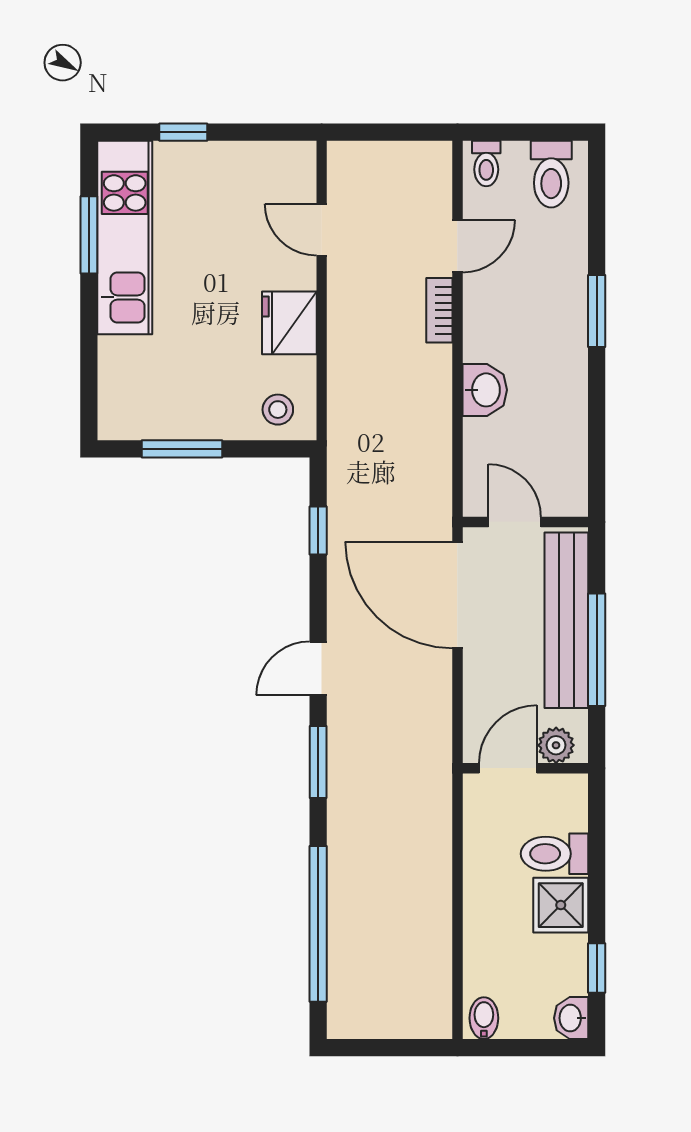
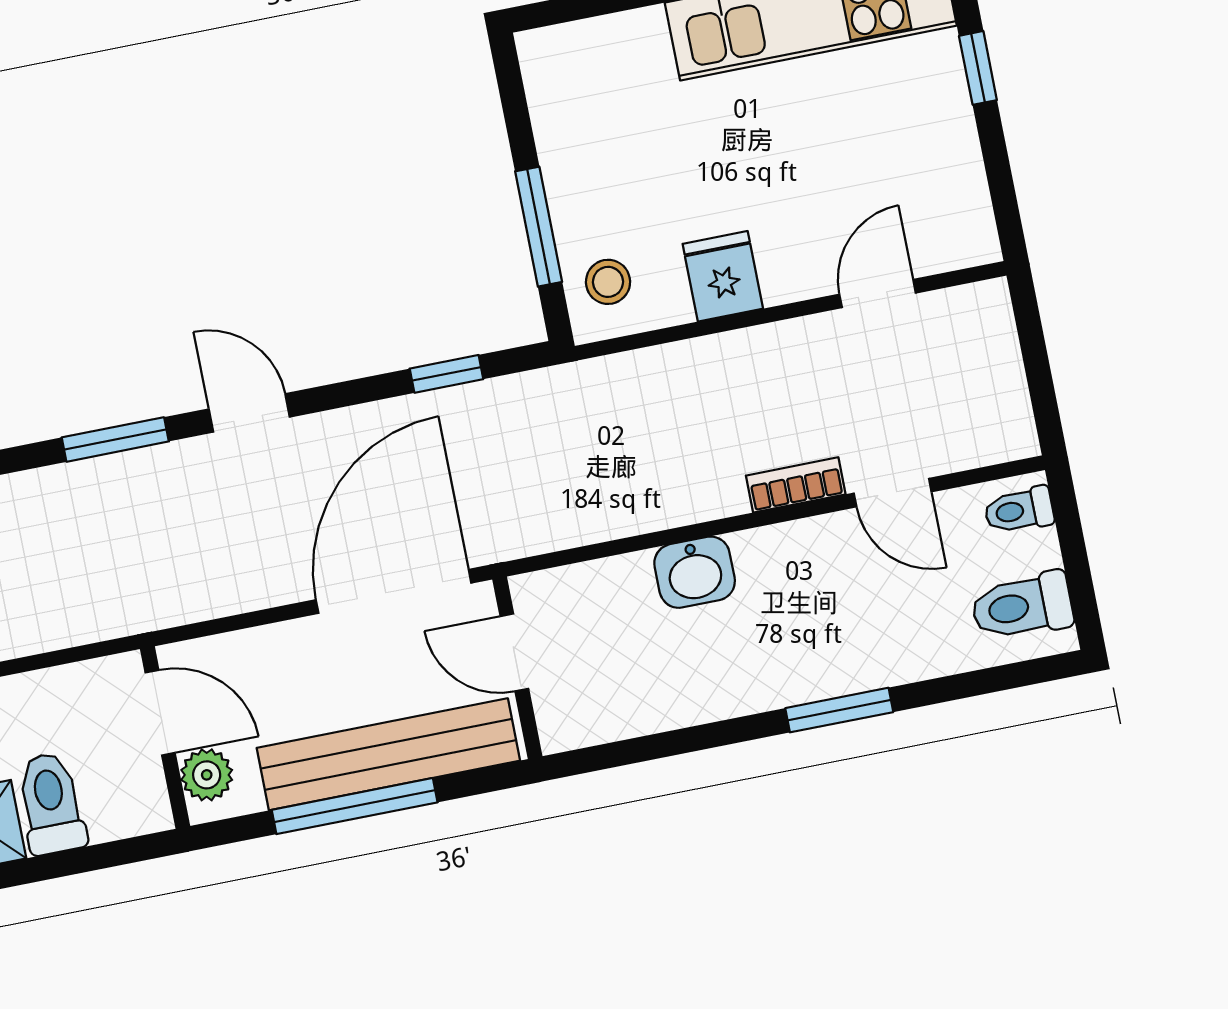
fridge: (289, 323) -> (723, 276), width x0.72
window: (182, 449) -> (539, 227), moved
door: (515, 522) -> (514, 652), swing flipped

